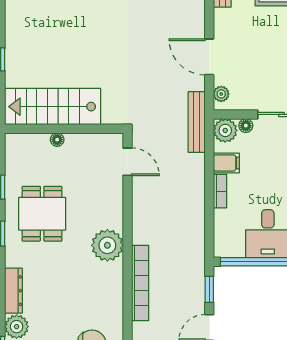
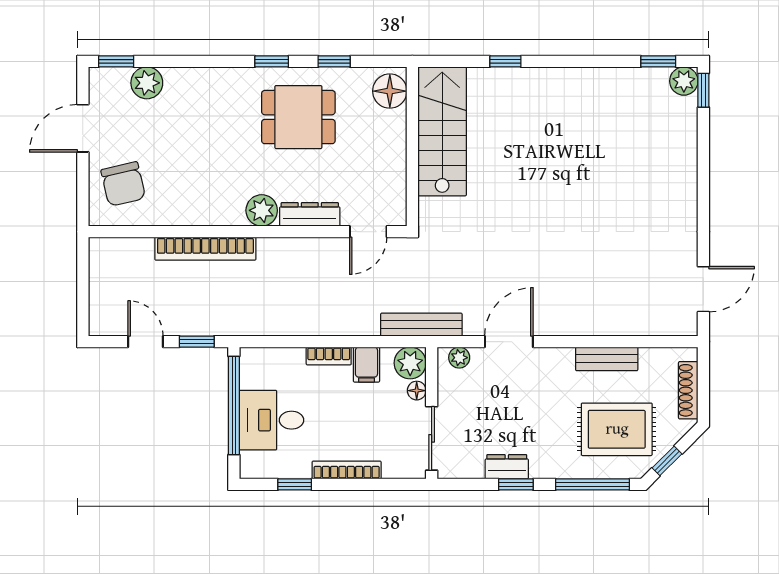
floor lamp: (57, 140) -> (390, 91), moved, width x1.89, depth x1.89
plant: (107, 245) -> (262, 210), width x0.73, depth x0.73
dresser: (13, 291) -> (310, 214), moved, turned 180

